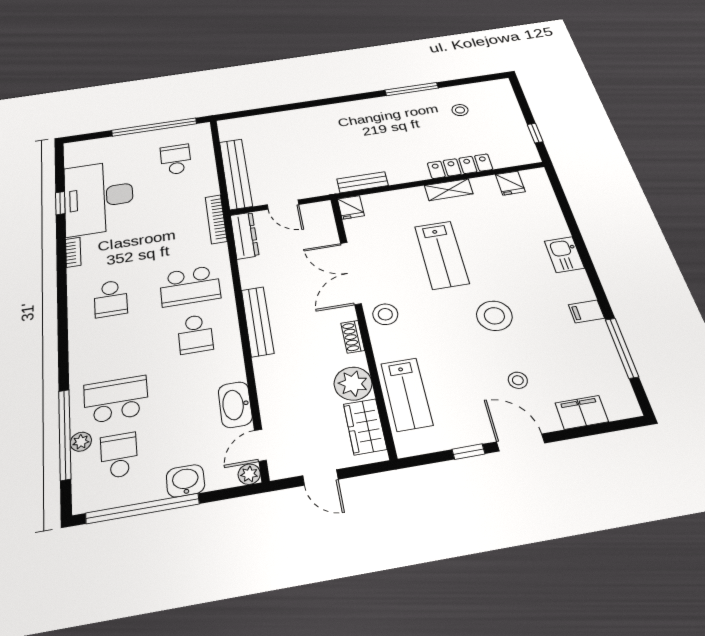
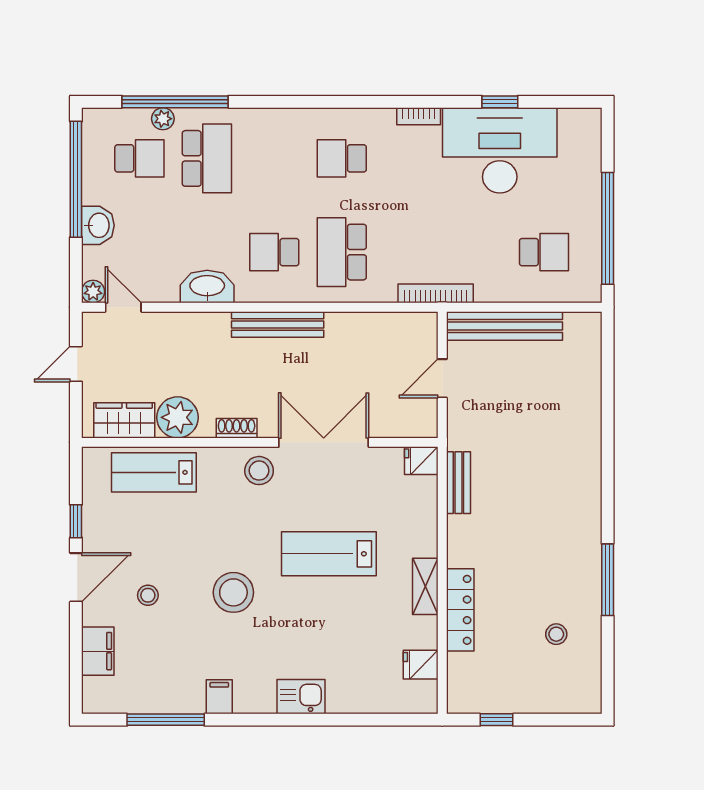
dresser: (245, 235) -> (404, 325), removed
washbasin: (235, 405) -> (207, 287), moved

